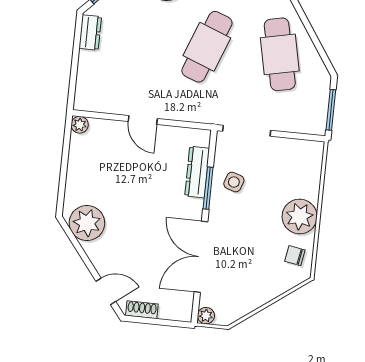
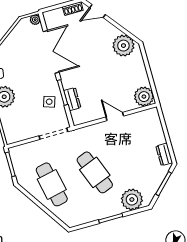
cafe table: (207, 47) -> (95, 172), turned -42
plant: (80, 125) -> (144, 97), width x1.87, depth x1.87
dresser: (197, 172) -> (72, 99), width x0.70

